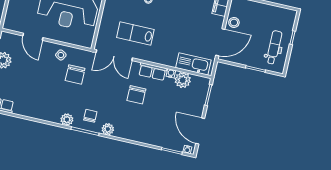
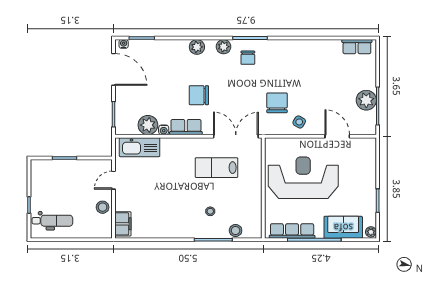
lab bench: (135, 33) -> (217, 168), turned 180
door: (220, 42) -> (113, 180), width x0.53
dental chair: (274, 47) -> (52, 221), moved, turned -90
chair: (136, 95) -> (199, 95), turned -90
plant: (67, 120) -> (197, 47), moved

